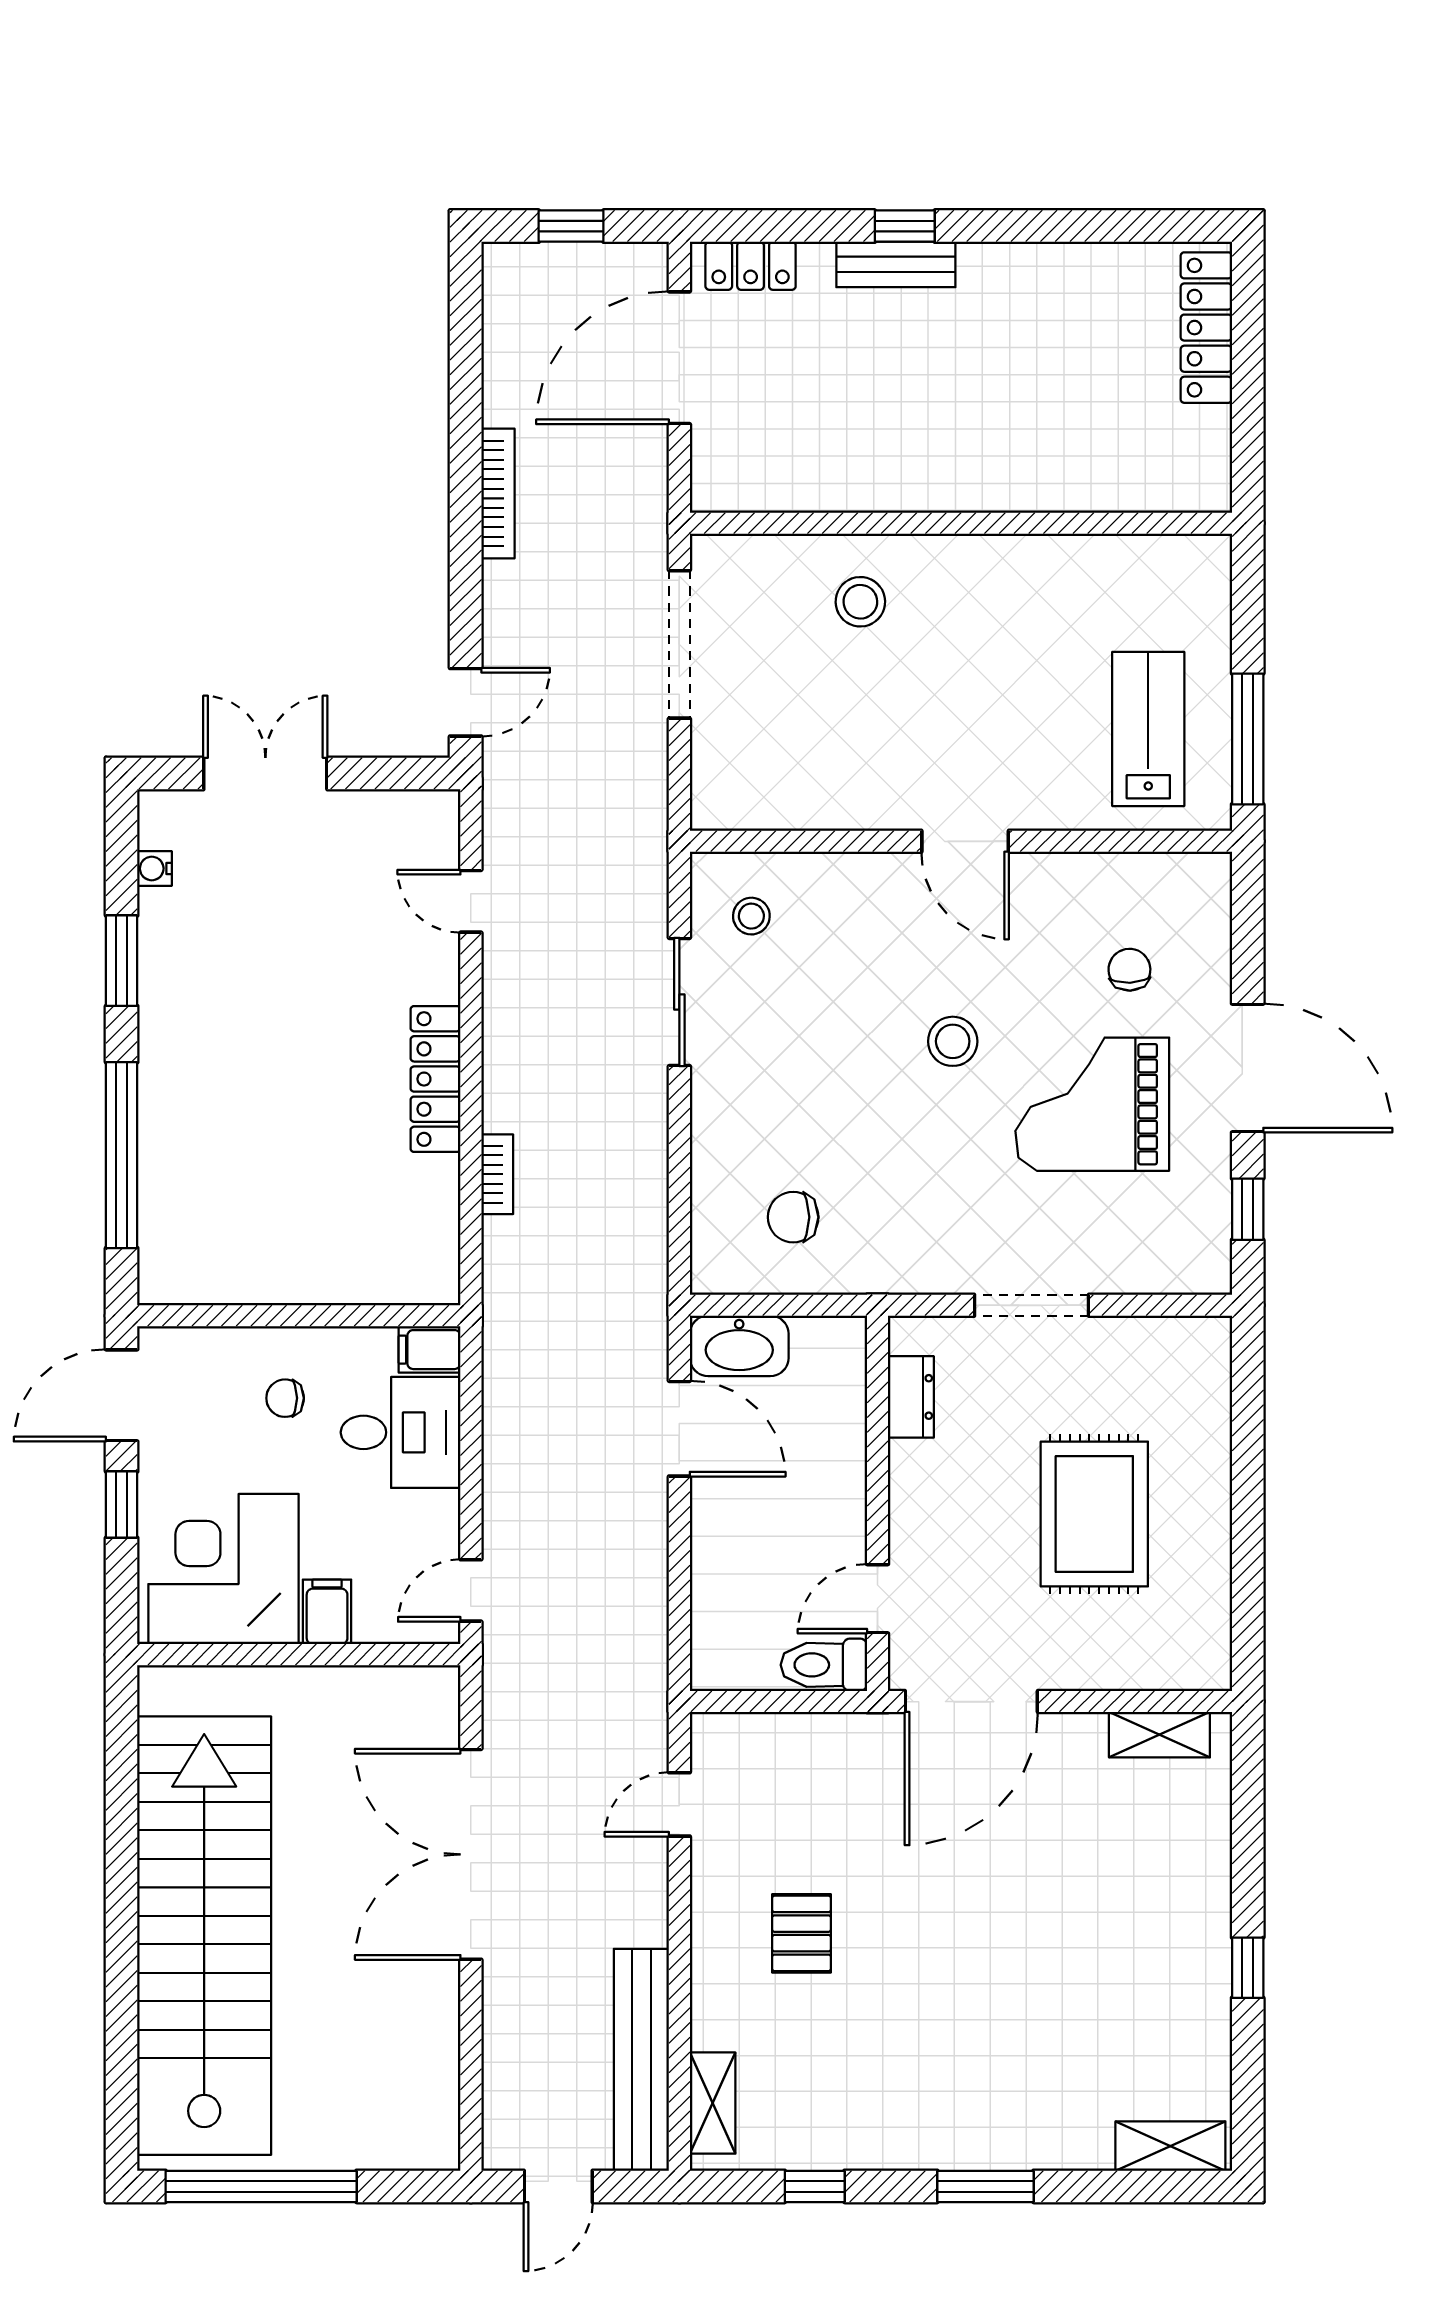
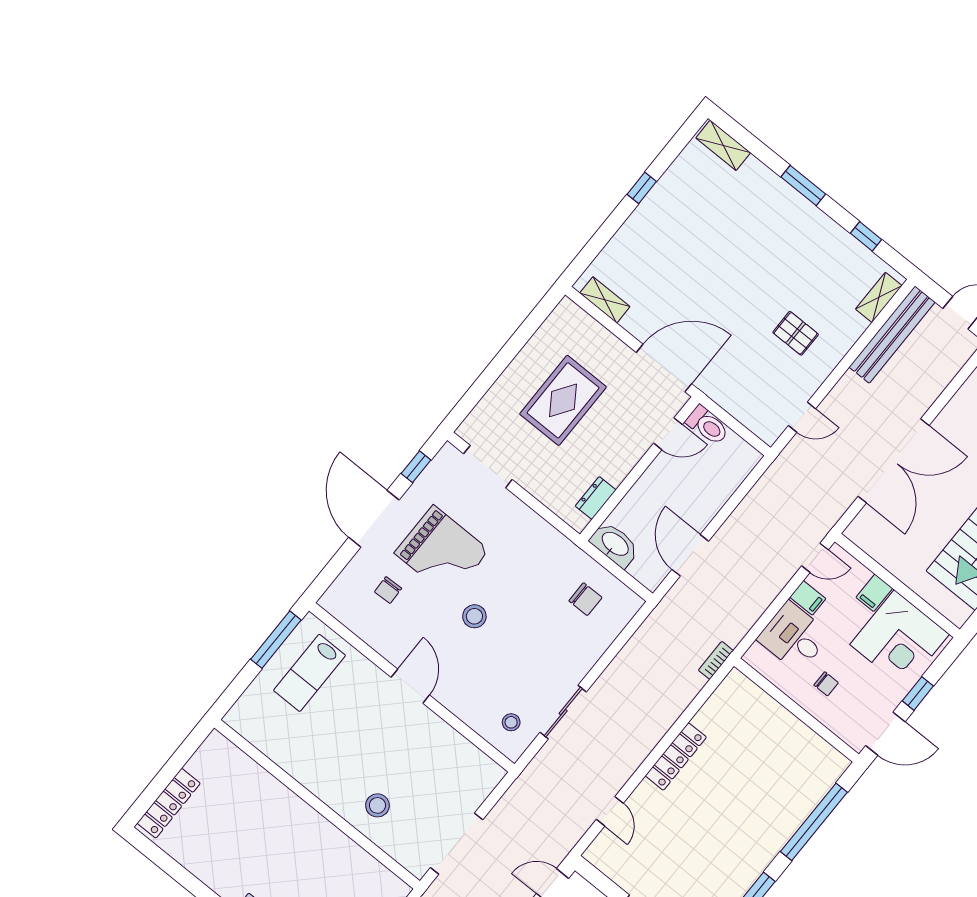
bookcase: (497, 1174) -> (716, 660), moved
doorway: (1031, 1305) -> (488, 467), moved
washbasin: (739, 1346) -> (615, 545), moved
filing cabinet: (430, 1350) -> (808, 598), moved
pallet: (801, 1933) -> (796, 333), turned 90

